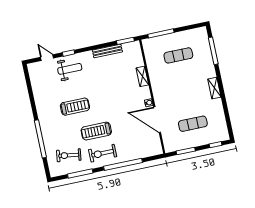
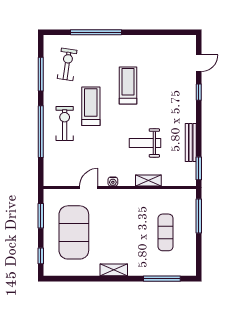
weight bench: (70, 69) -> (145, 143), moved, turned 90
treadmill: (75, 107) -> (128, 86), turned 180
door: (157, 120) -> (89, 188), width x0.53
exercise mat: (193, 124) -> (74, 232), width x2.00, depth x1.45
exercise bike: (103, 153) -> (65, 123), moved

